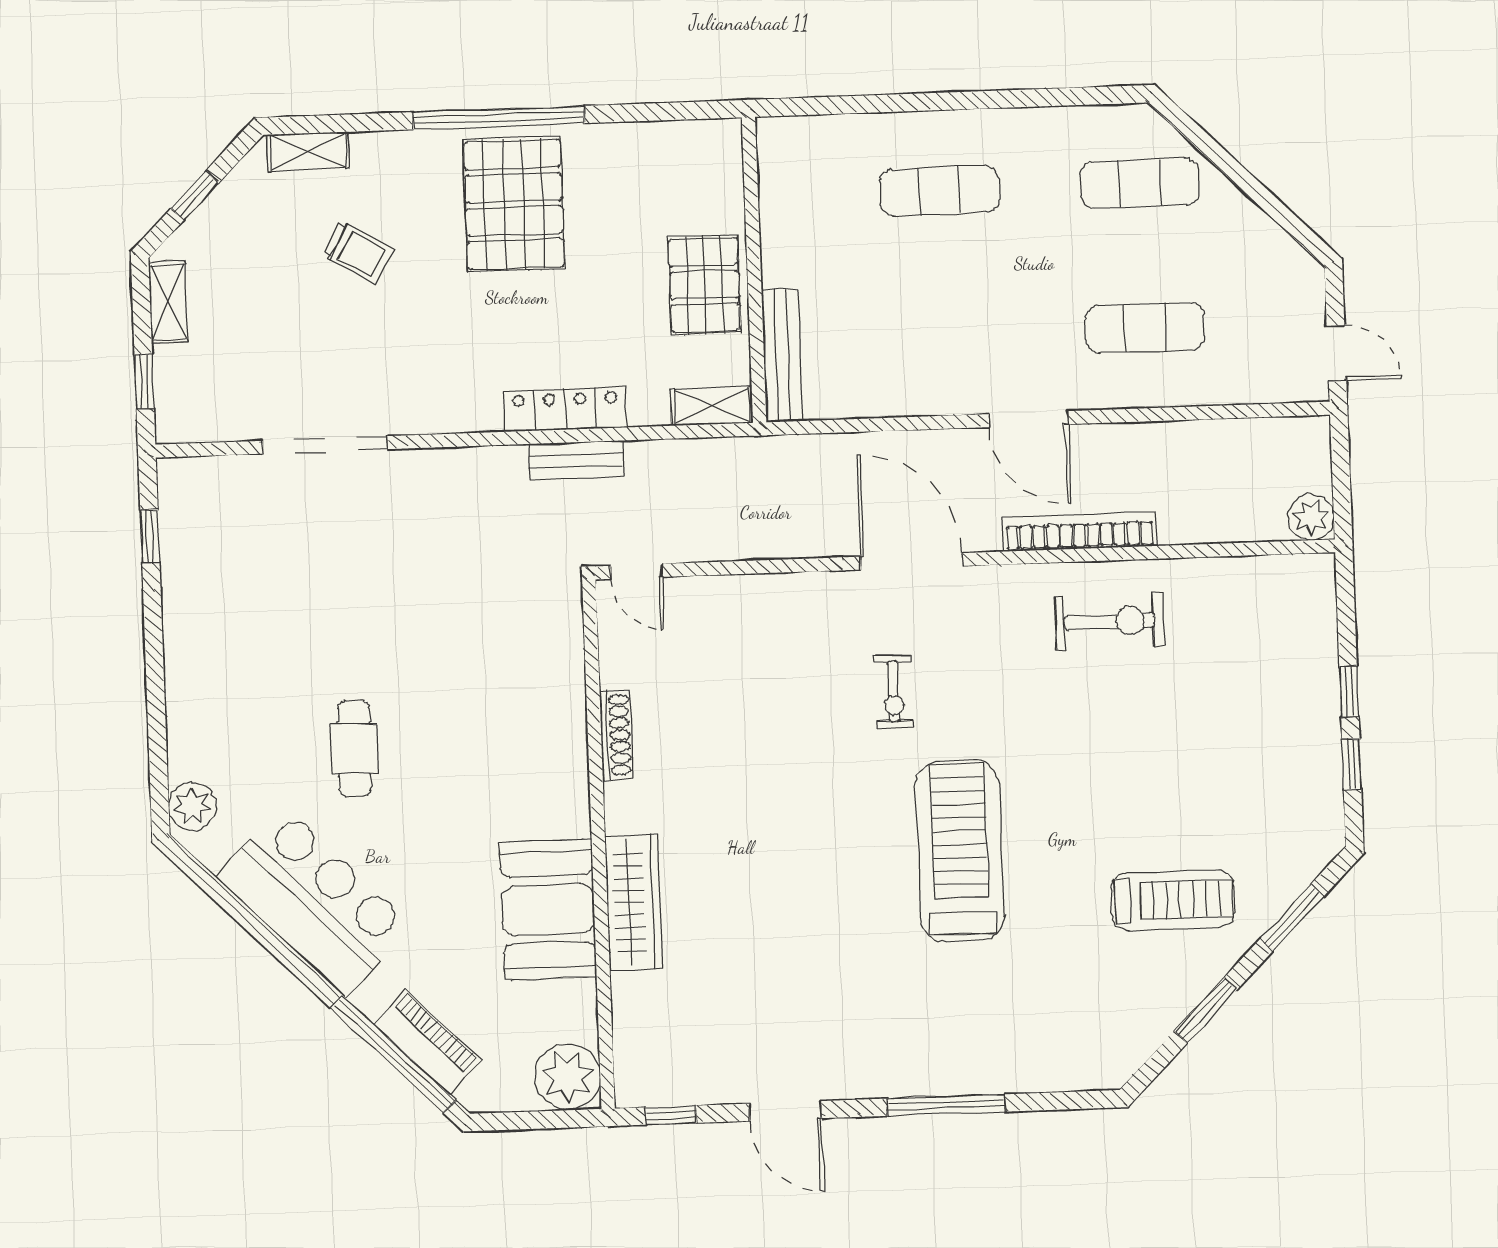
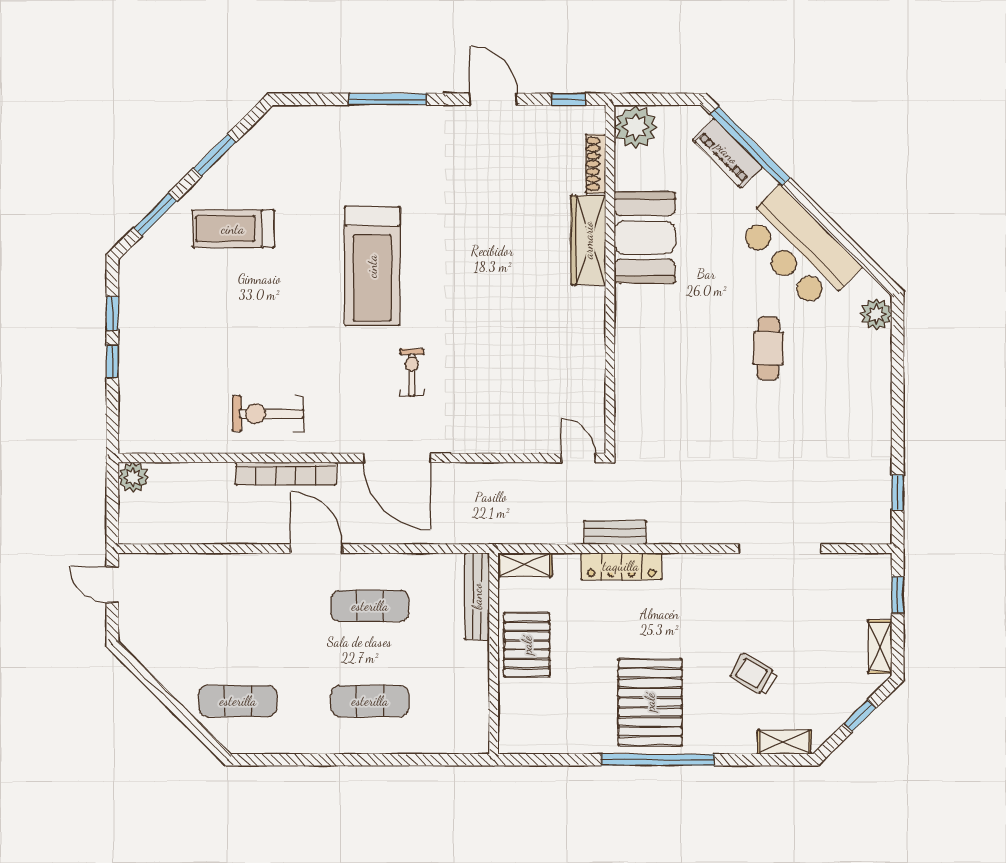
exercise mat: (1145, 328) -> (370, 606), moved
shoe rack: (616, 735) -> (596, 164), moved

